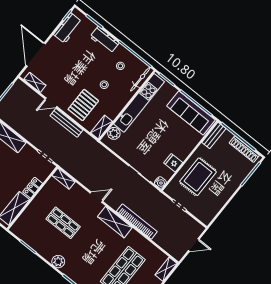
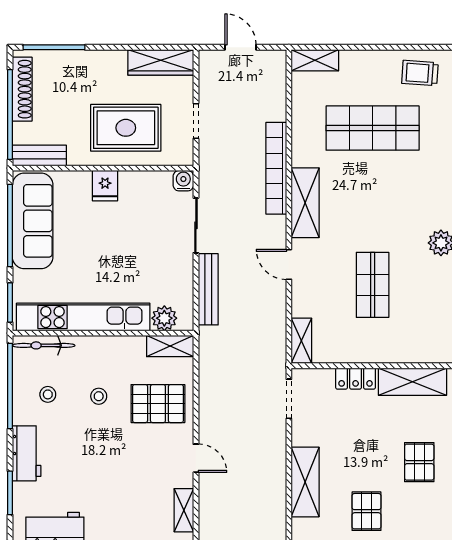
bench: (66, 123) -> (208, 289), moved
fridge: (173, 163) -> (105, 186), moved
wardrobe: (212, 210) -> (161, 62), added

